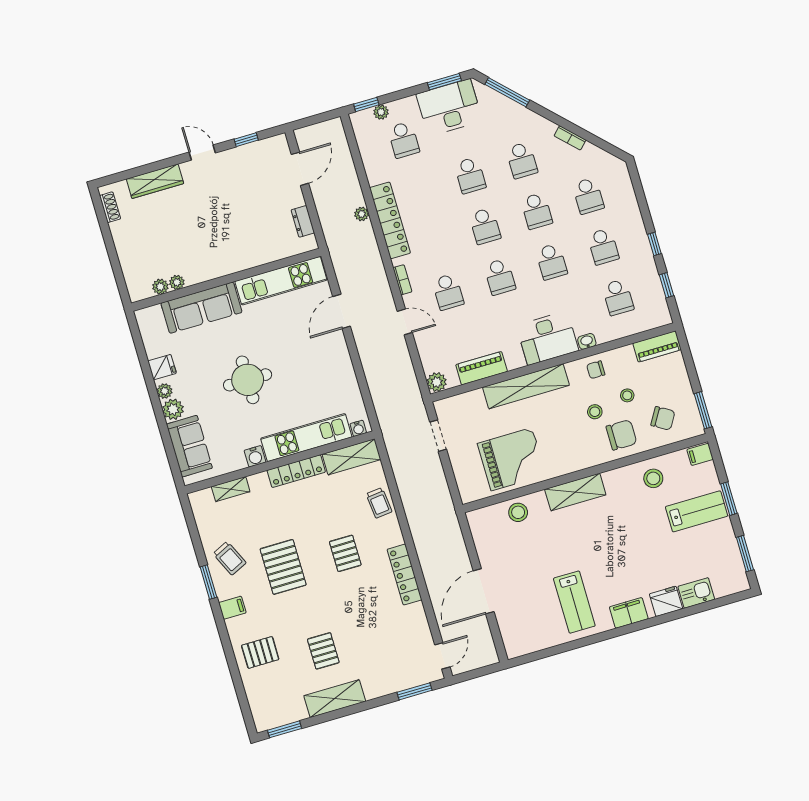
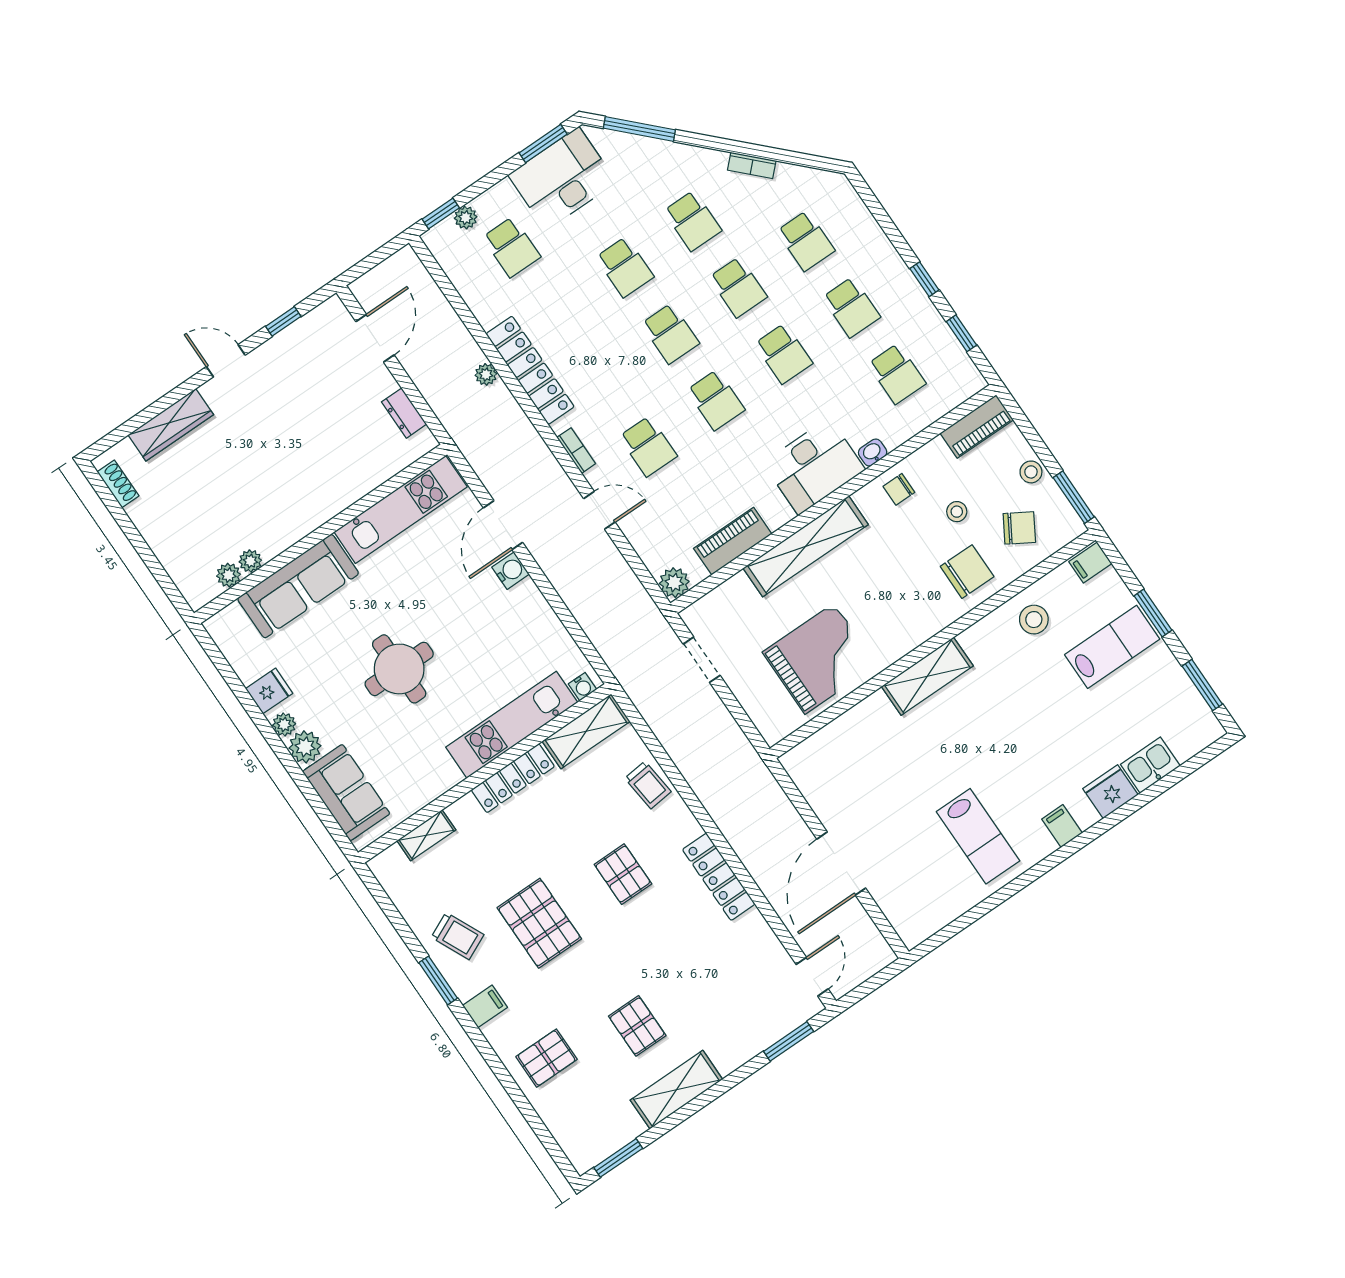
stool: (595, 412) -> (1031, 472), moved
water cooler: (255, 456) -> (511, 571), moved, turned -90
stool: (518, 512) -> (854, 733), removed
filing cabinet: (629, 613) -> (1062, 826), width x0.50

